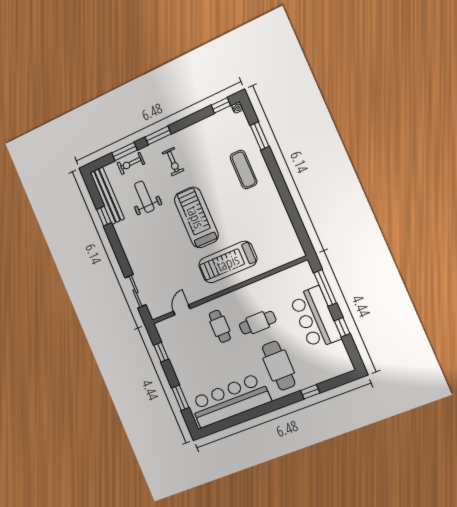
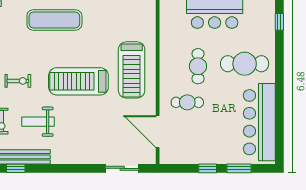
exercise mat: (244, 170) -> (54, 20), width x1.36, depth x1.45
window: (104, 216) -> (16, 168), moved
door: (182, 310) -> (158, 132), width x1.88
window: (161, 352) -> (208, 168), moved
window: (310, 392) -> (279, 22), moved

